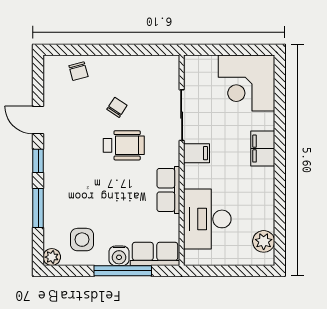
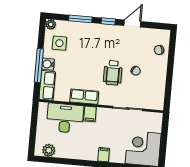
filing cabinet: (263, 149) -> (104, 155), width x0.50
filing cabinet: (197, 153) -> (90, 114), moved

